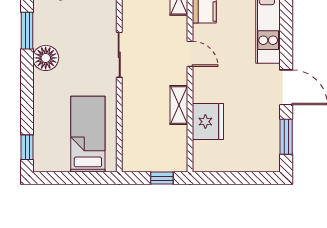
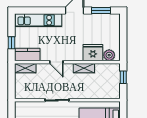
door: (190, 54) -> (56, 62), swing flipped
plant: (203, 152) -> (109, 55), added

